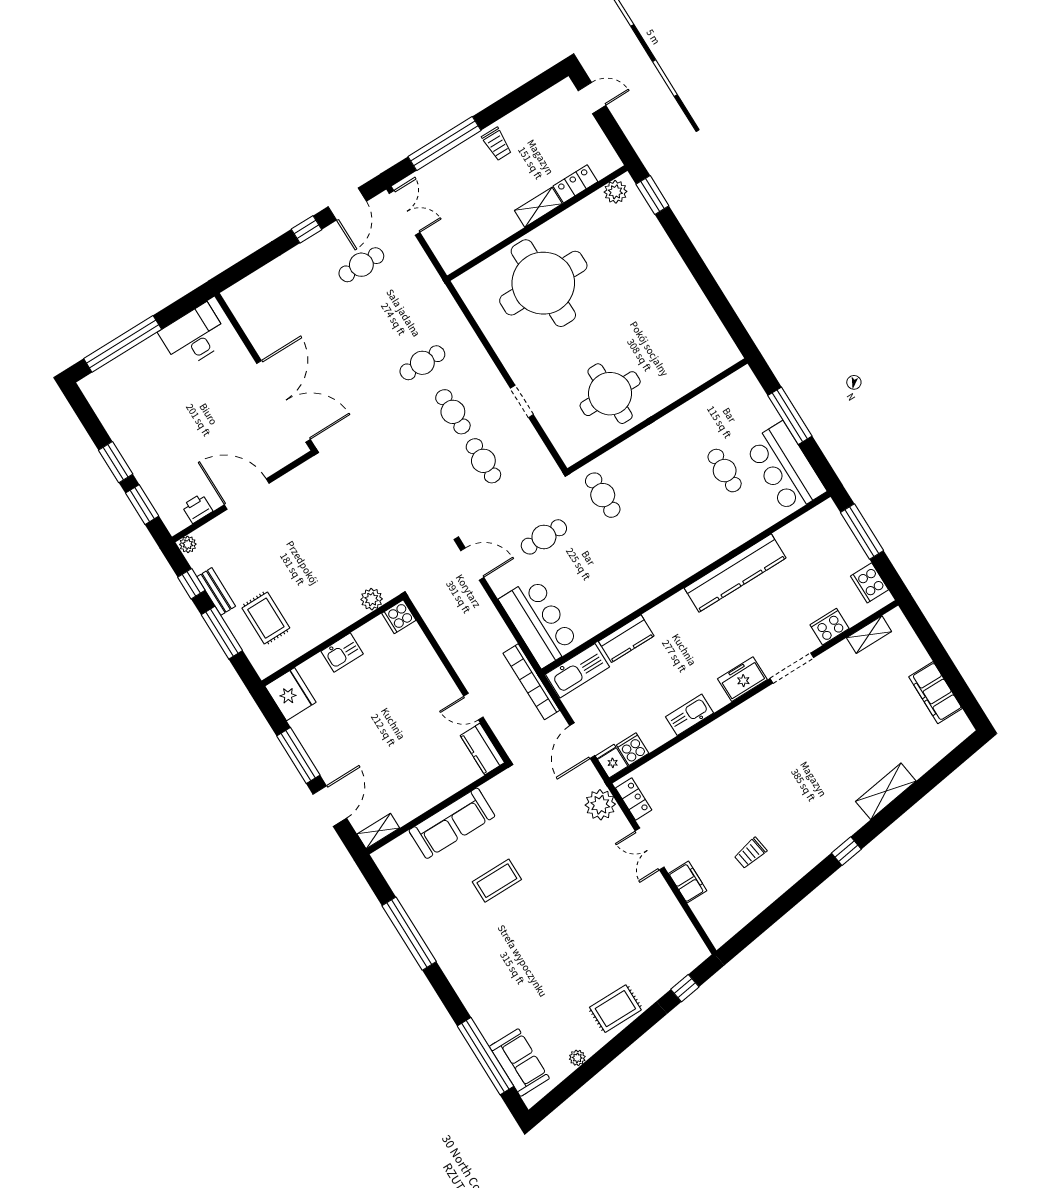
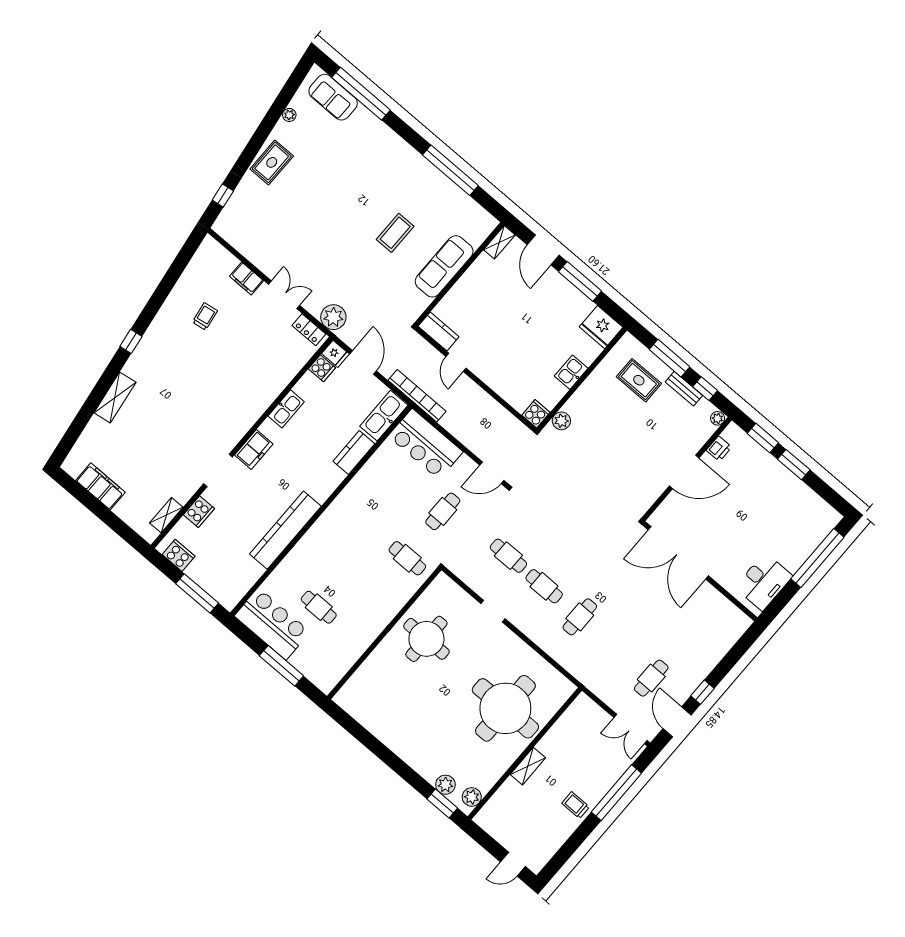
locker: (575, 184) -> (505, 793), removed
plant: (642, 216) -> (445, 785), added
door: (473, 707) -> (456, 362), swing flipped

